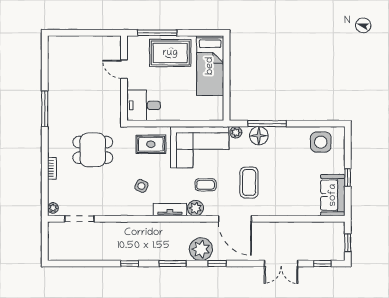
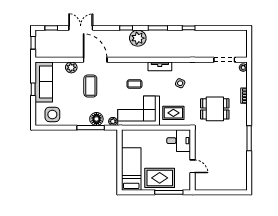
coffee table: (249, 183) -> (90, 86), moved
sofa: (333, 195) -> (44, 82), width x1.36
plant: (195, 208) -> (71, 67), moved
door: (235, 219) -> (95, 60), moved

